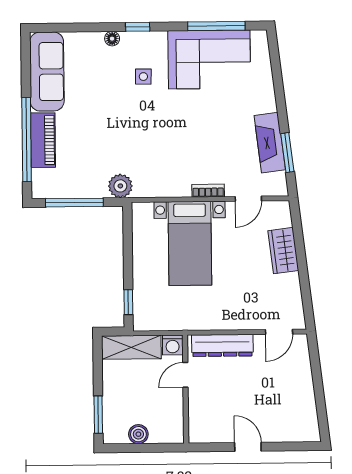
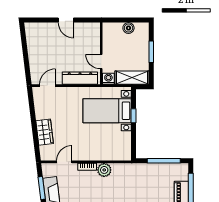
plant: (120, 186) -> (104, 170), moved
bed with nightstands: (190, 243) -> (107, 111), moved, turned -90
window: (128, 302) -> (133, 116), moved
door: (185, 375) -> (101, 62), swing flipped
window: (98, 415) -> (151, 52), moved

